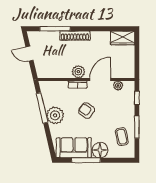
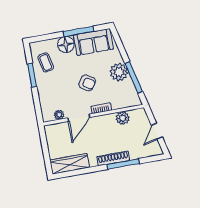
window: (55, 29) -> (123, 164), moved
wardrobe: (123, 38) -> (70, 164), width x1.50
door: (29, 54) -> (157, 131), swing flipped
plant: (78, 72) -> (123, 118), moved
window: (137, 98) -> (37, 105), removed

